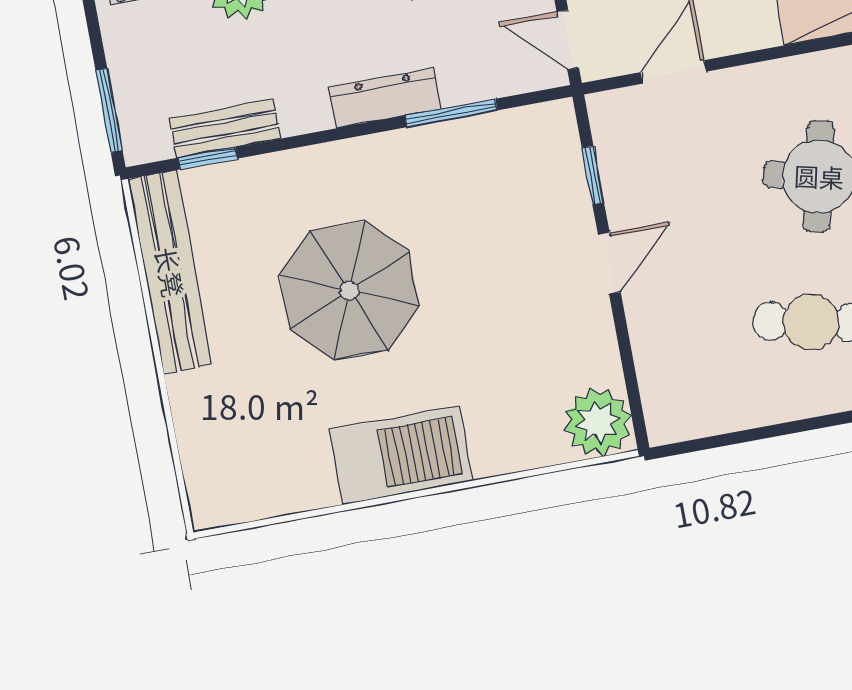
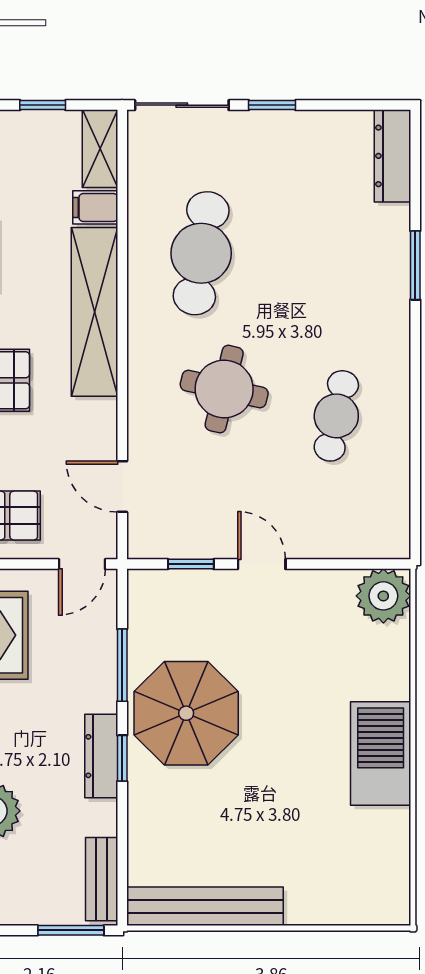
dresser: (385, 98) -> (101, 756), moved
bench: (225, 128) -> (102, 879), moved
window: (208, 158) -> (122, 758), moved
parasol: (349, 291) -> (186, 713), moved

